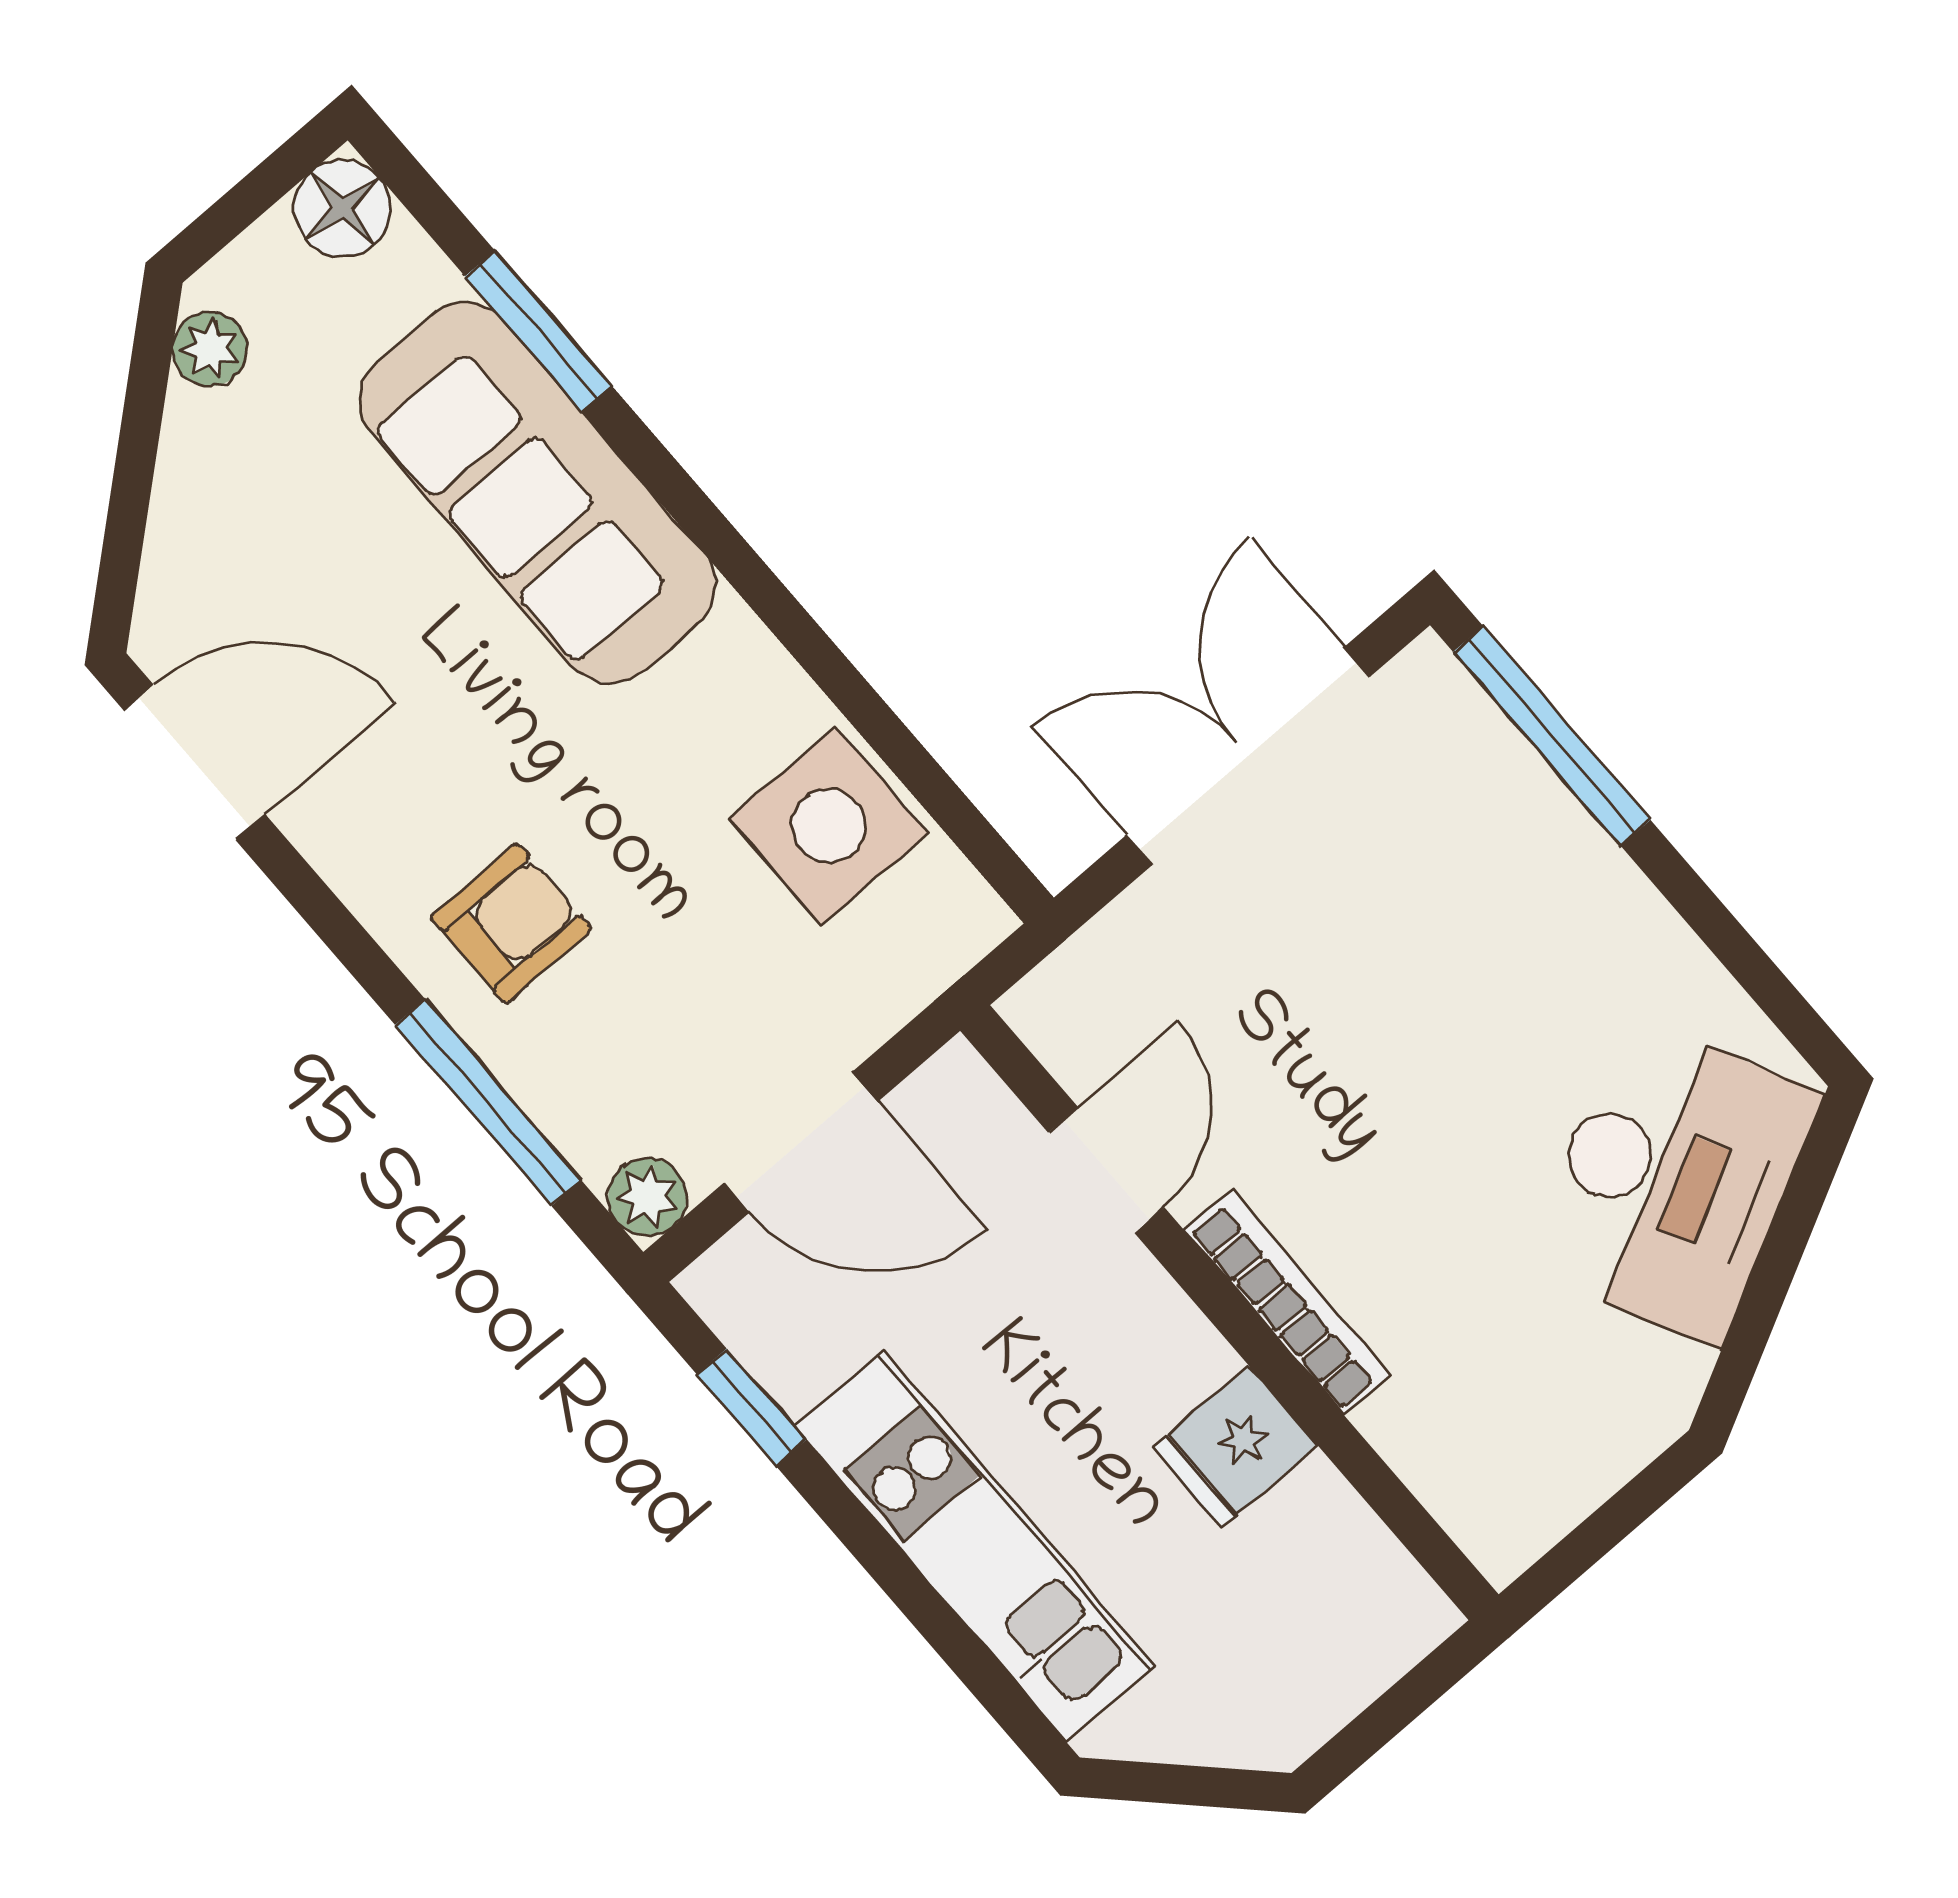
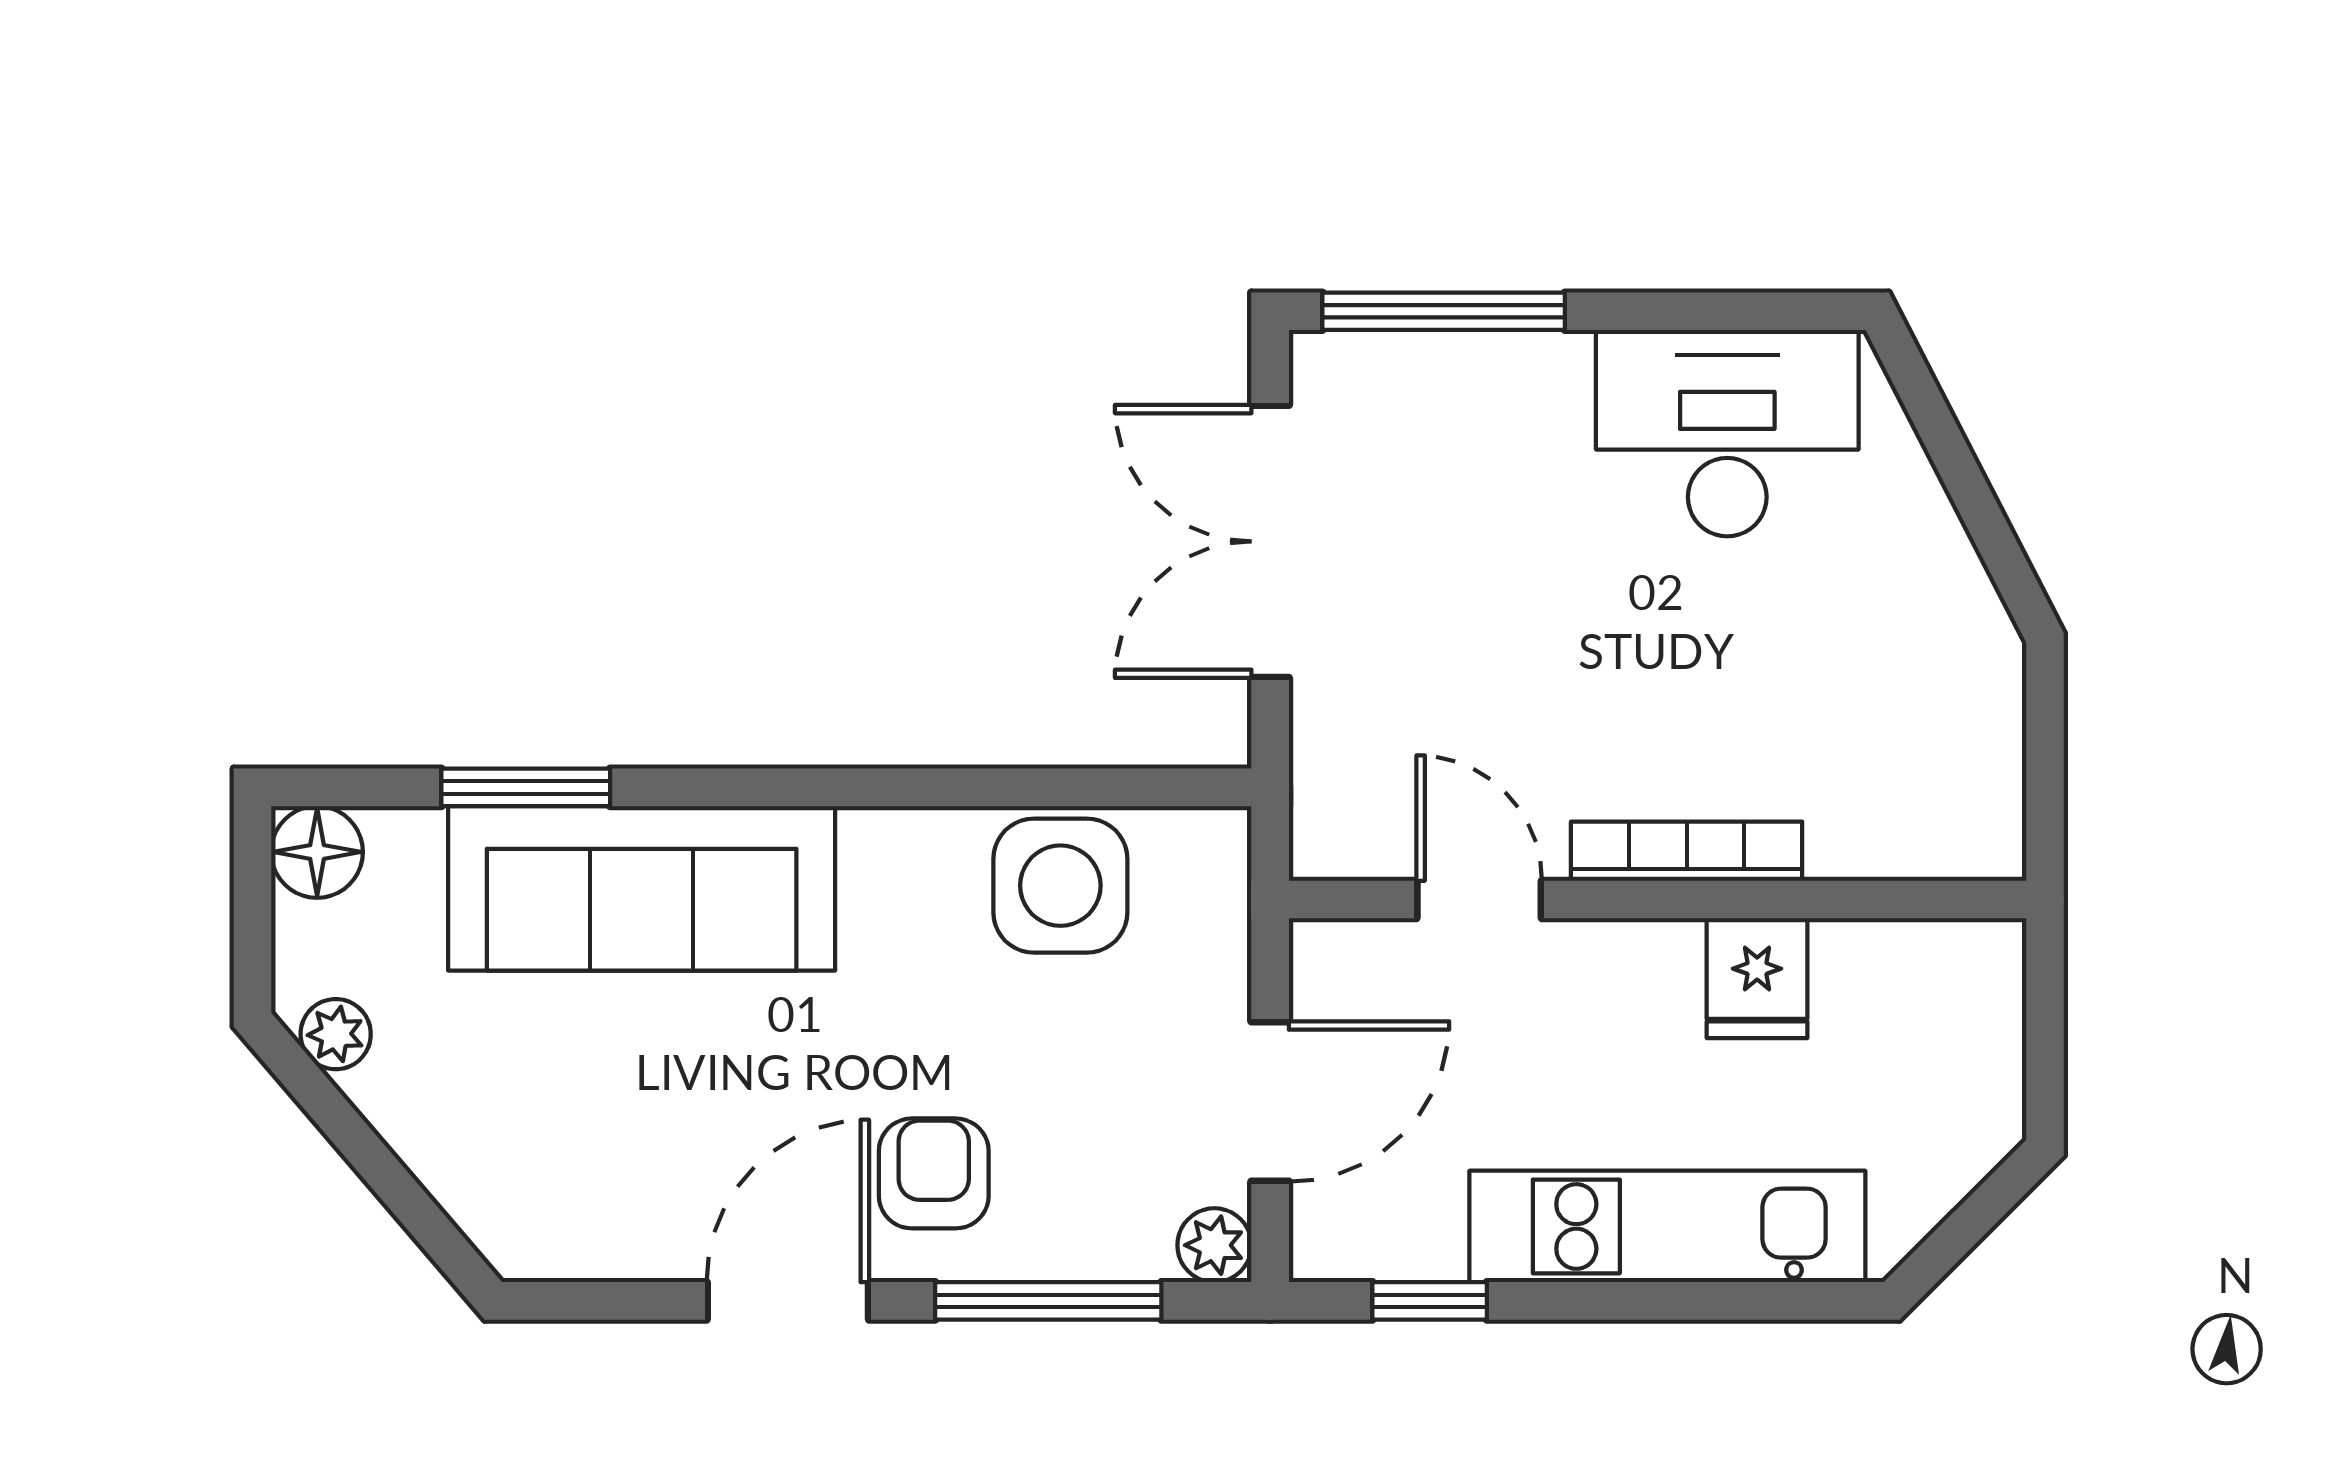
door: (195, 762) -> (788, 1301), moved
desk: (1672, 1181) -> (1727, 433), moved, turned -63

